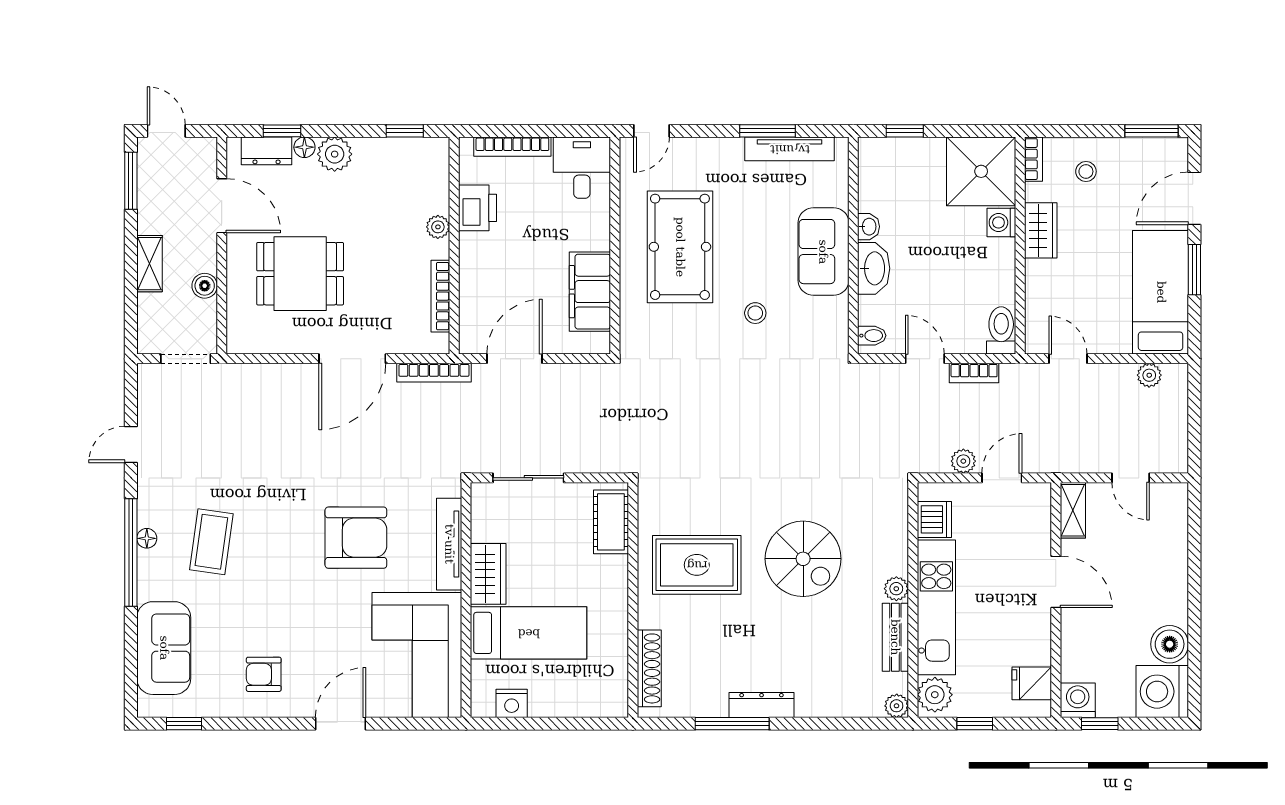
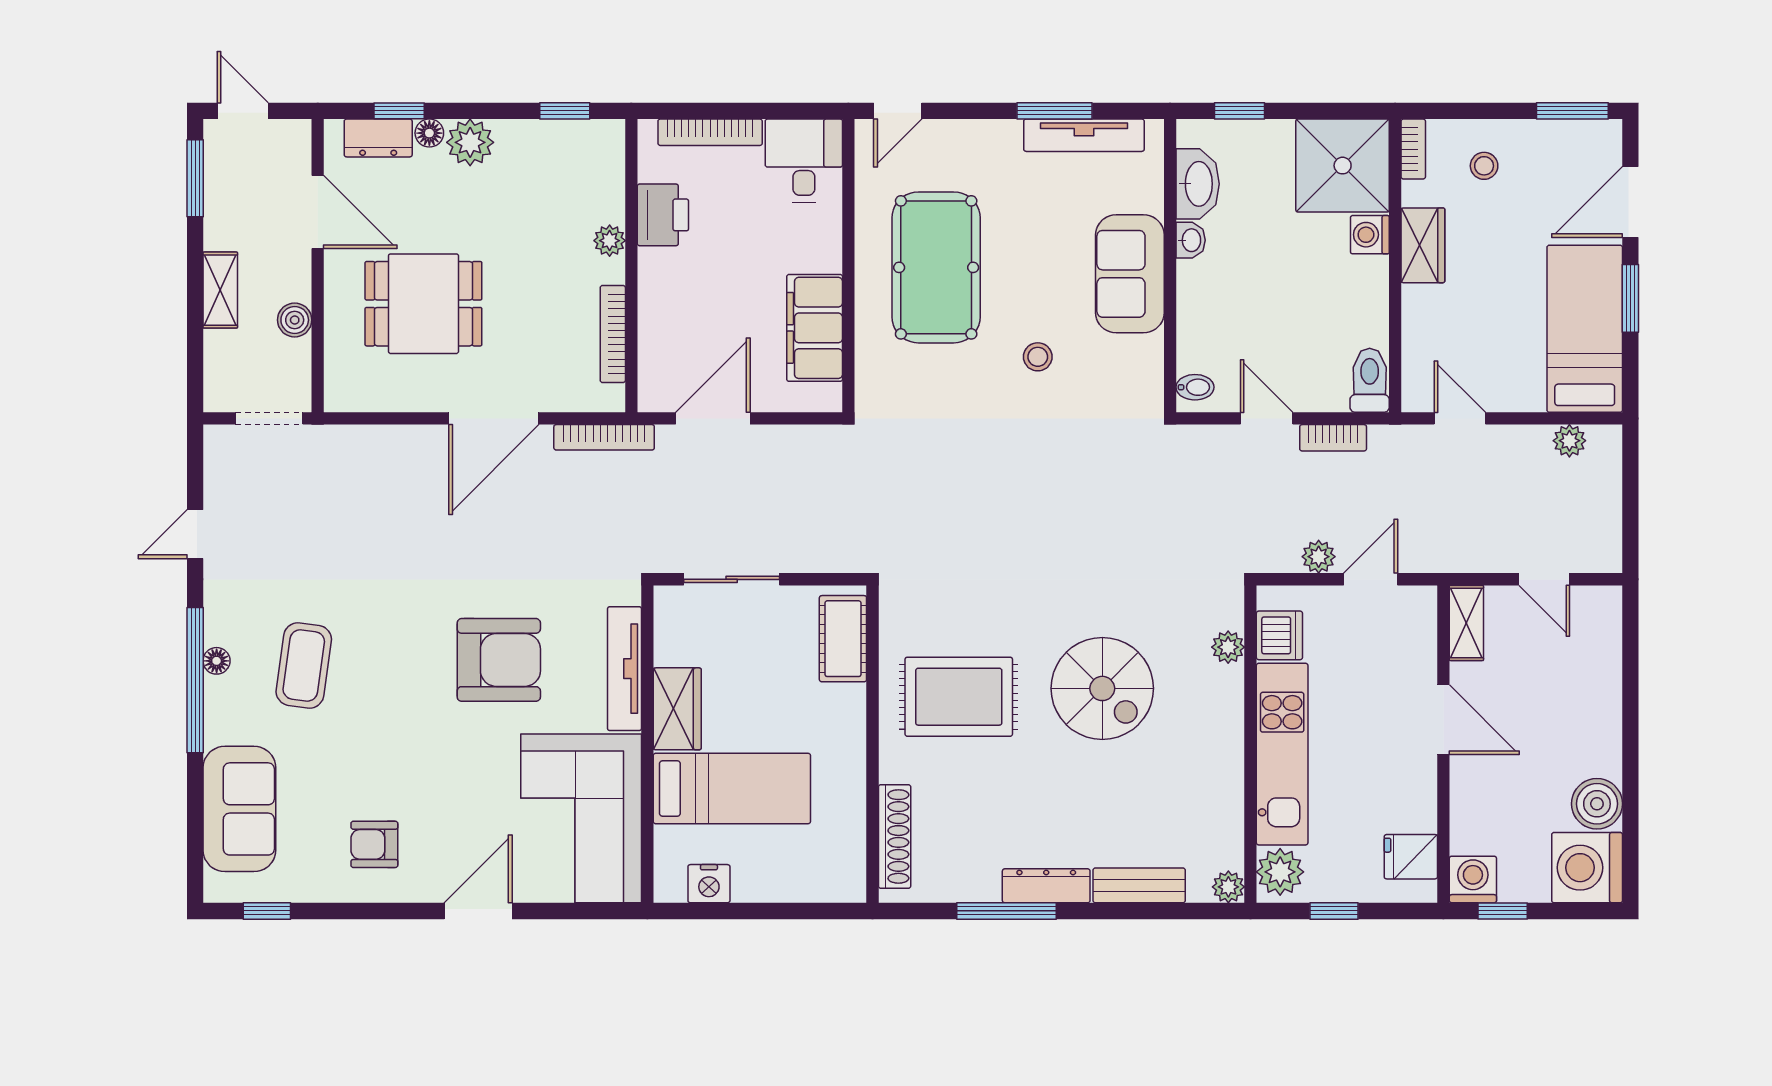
washbasin: (874, 268) -> (1198, 184), moved
plant: (896, 589) -> (1228, 647), moved
bench: (895, 637) -> (1139, 885), moved, turned 90

